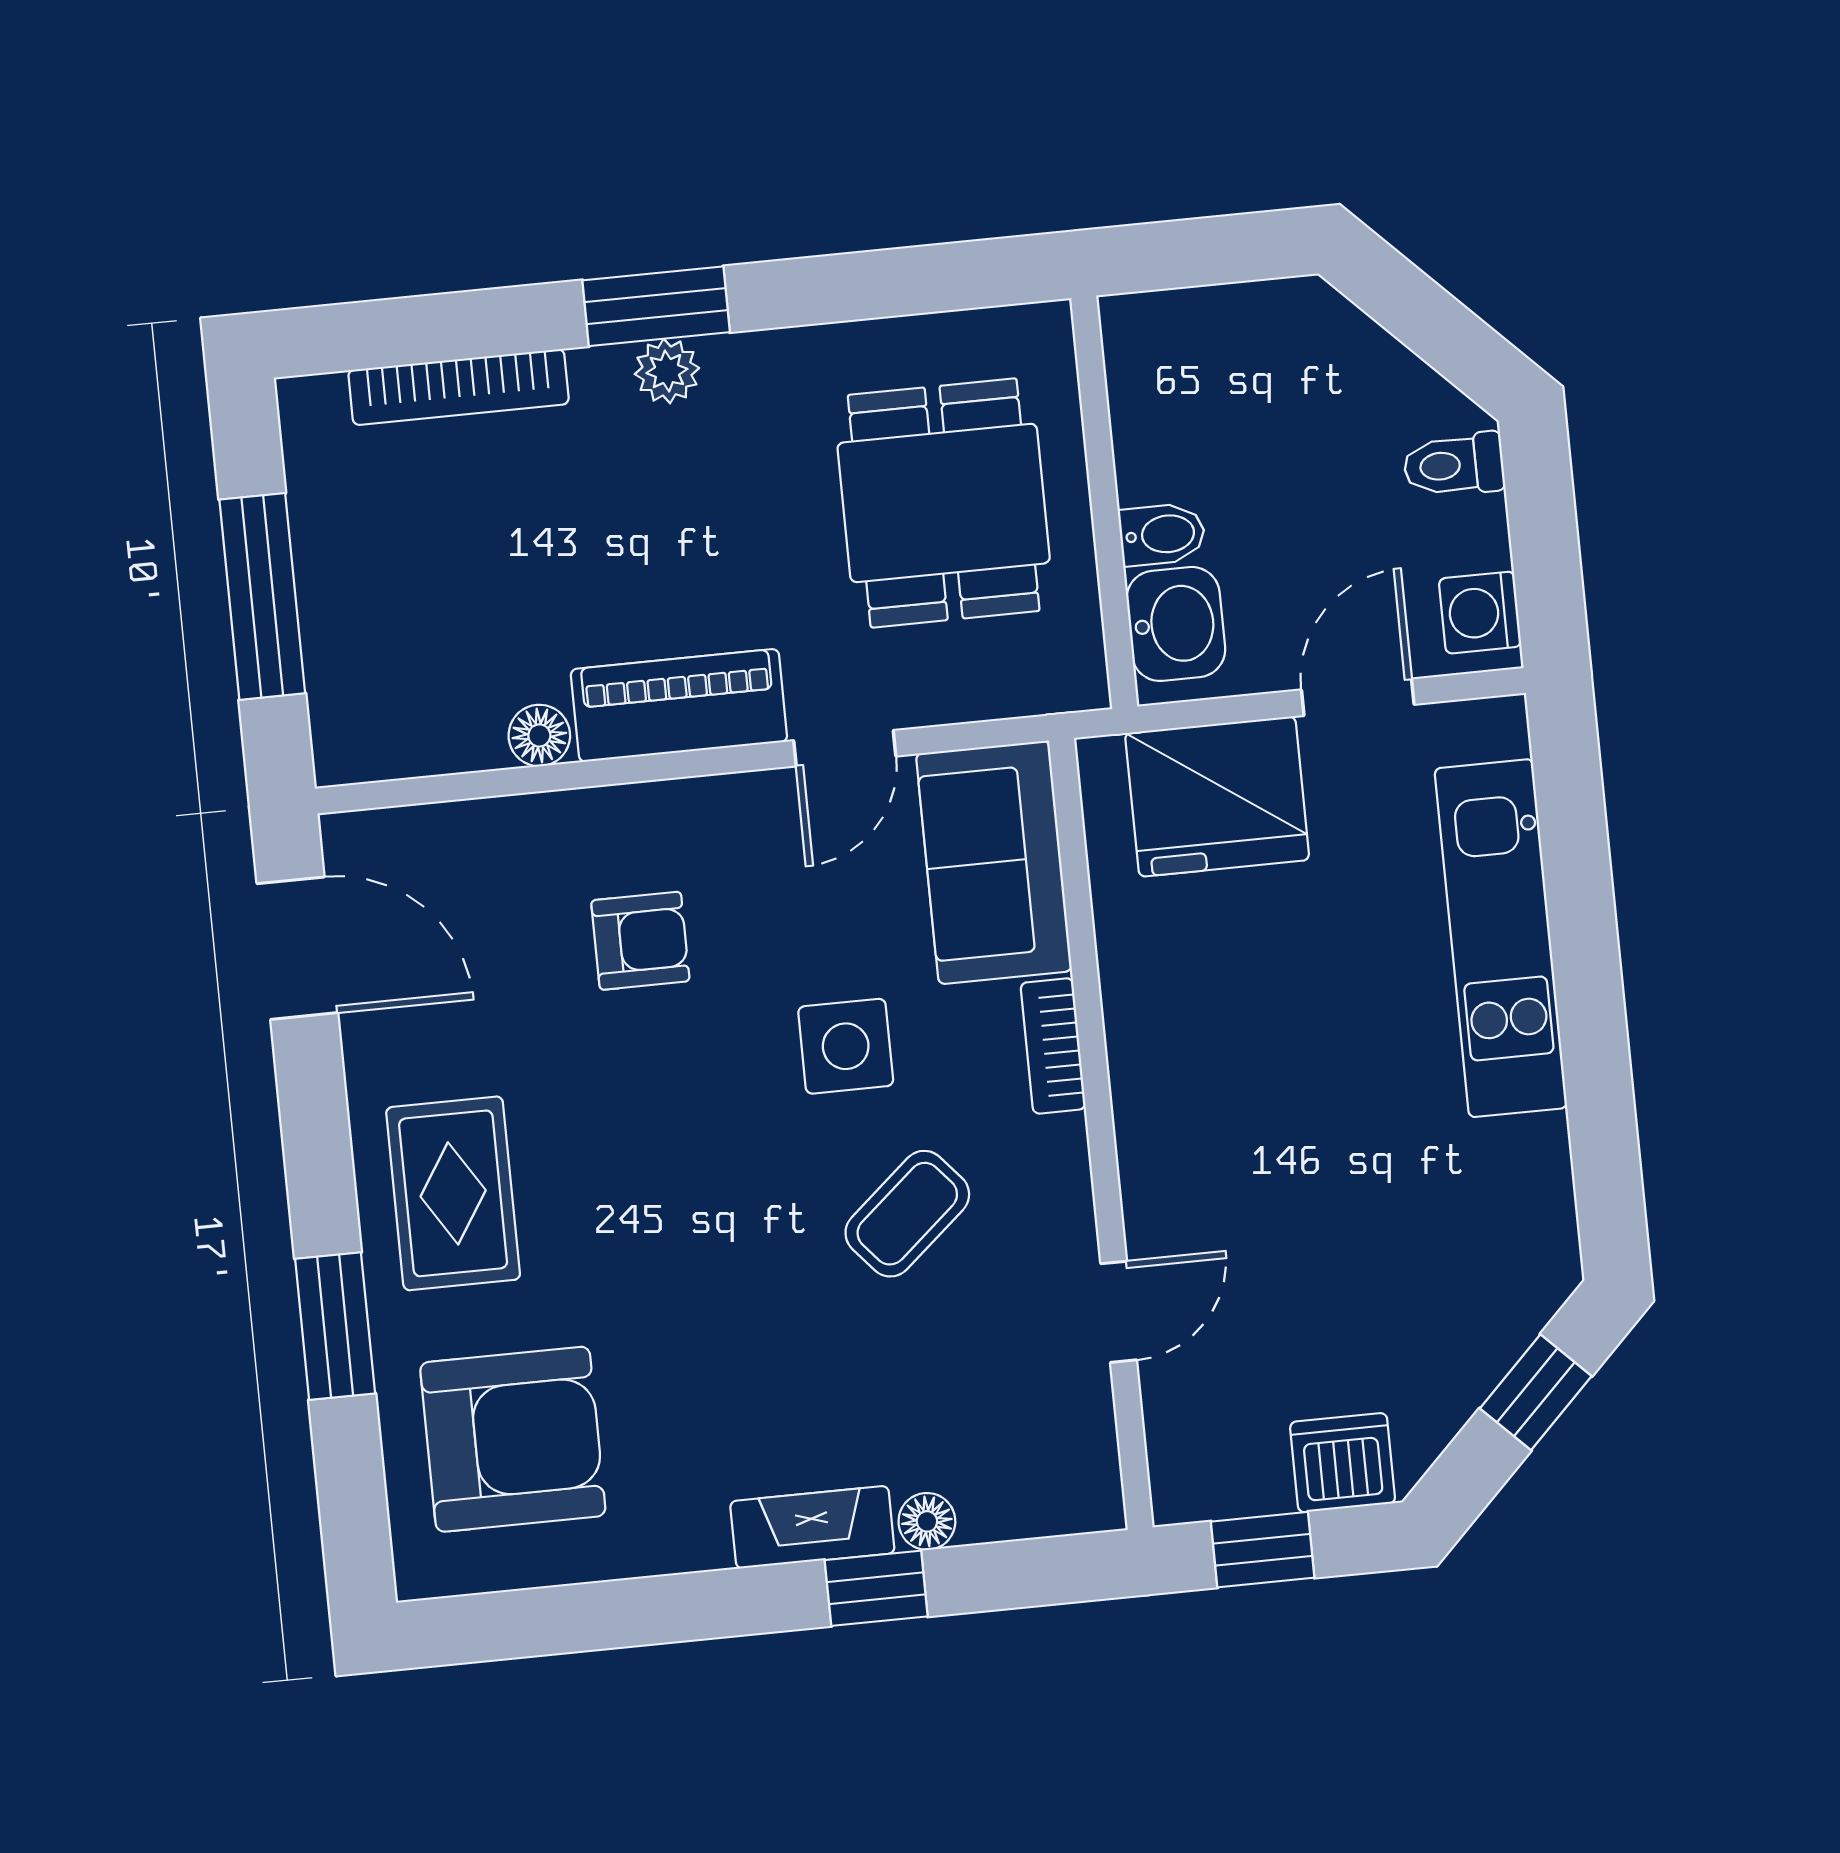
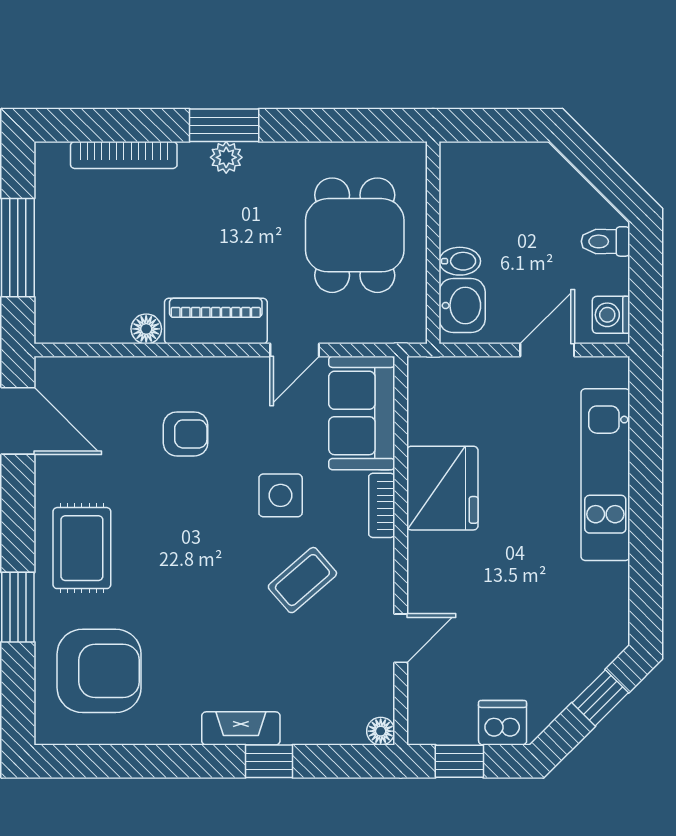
fridge: (1217, 796) -> (442, 488), moved, turned -90
floor lamp: (927, 1521) -> (381, 731), moved

